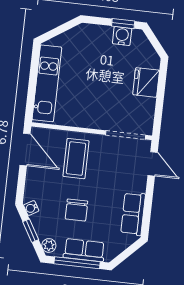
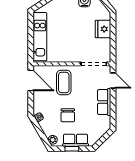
row of seats: (133, 214) -> (104, 102), moved
window: (31, 231) -> (40, 132), removed
window: (77, 263) -> (72, 149), width x0.46

